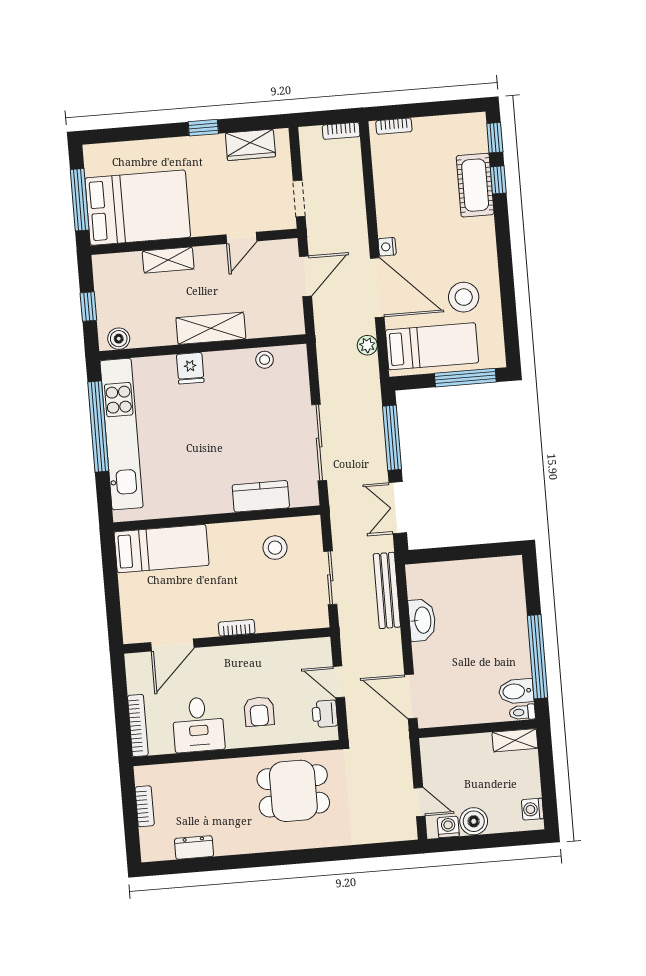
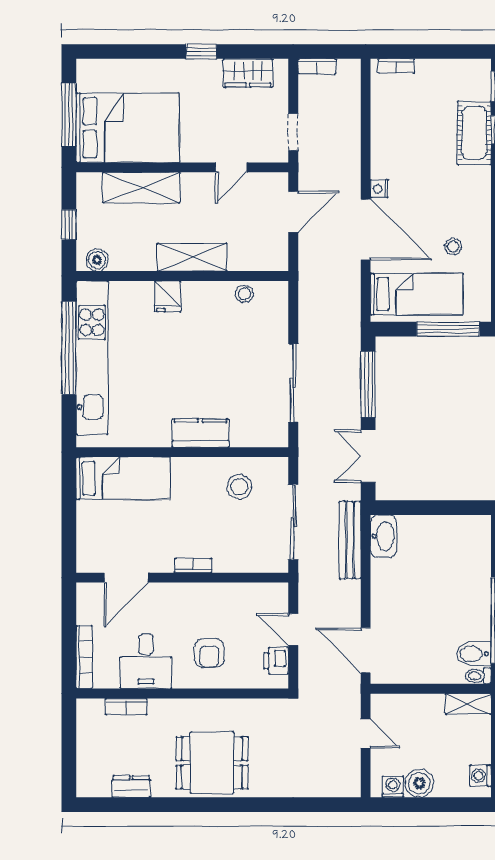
bookcase: (341, 131) -> (317, 66), moved
shelving: (168, 260) -> (141, 188), width x1.50, depth x1.33
stool: (464, 297) -> (453, 247), width x0.53, depth x0.53
plant: (367, 345) -> (351, 288), removed
kitchen counter: (261, 496) -> (200, 433), moved
sliding door: (330, 578) -> (293, 522), width x1.37
washbasin: (422, 620) -> (383, 536), moved
dining table: (293, 791) -> (212, 763), moved
door: (420, 802) -> (366, 733), moved
bookcase: (145, 806) -> (126, 707), moved, turned 90

